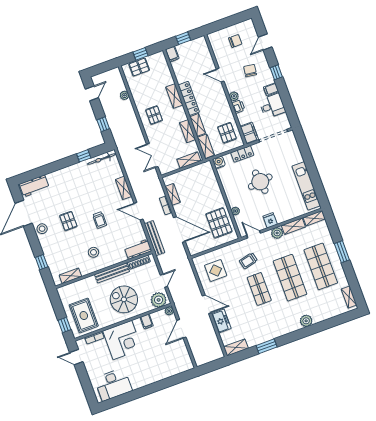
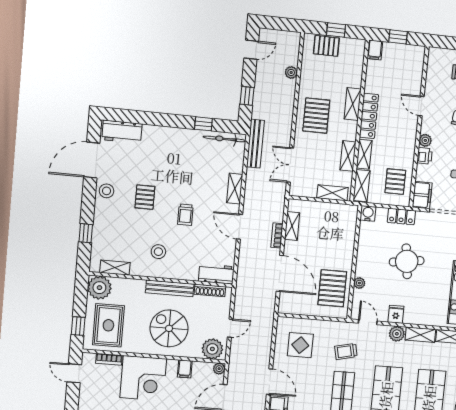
pallet: (154, 115) -> (316, 116), width x1.50, depth x1.42
bench: (155, 238) -> (255, 144), moved
plant: (67, 293) -> (99, 288), added

